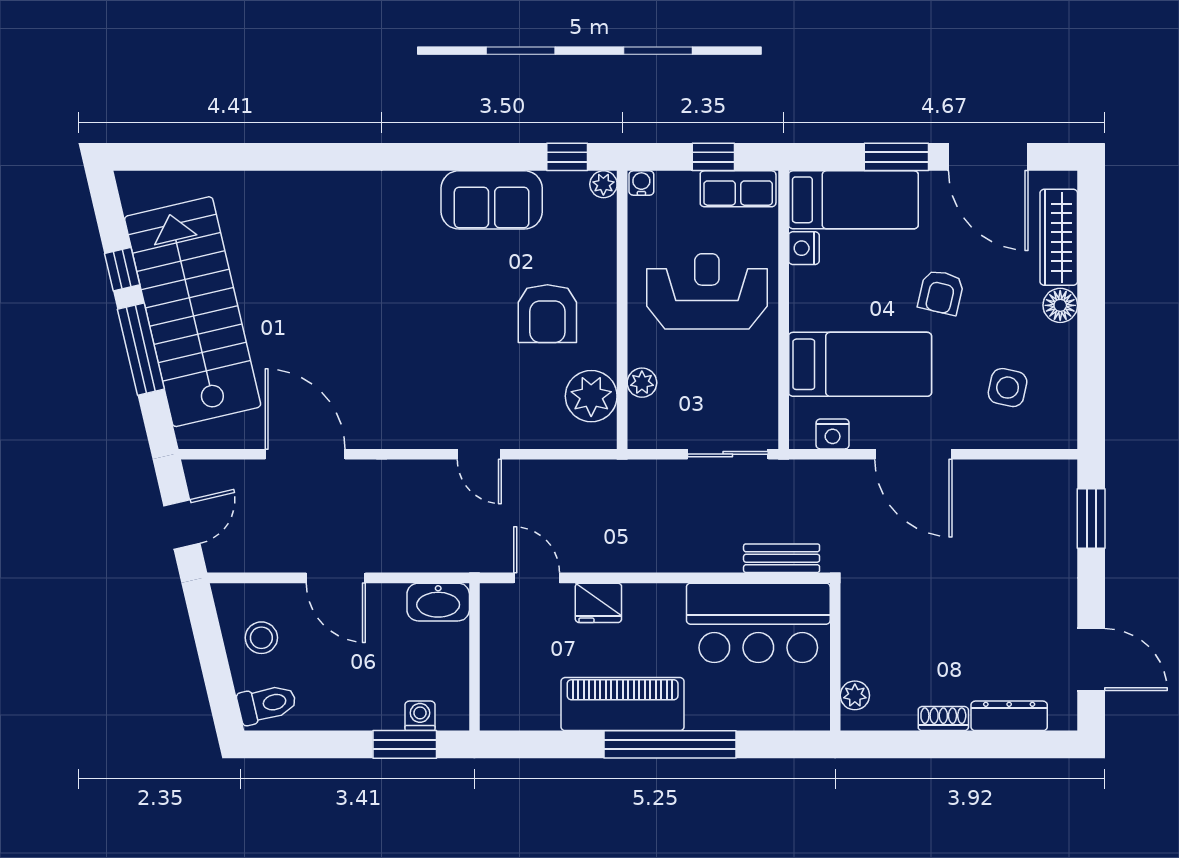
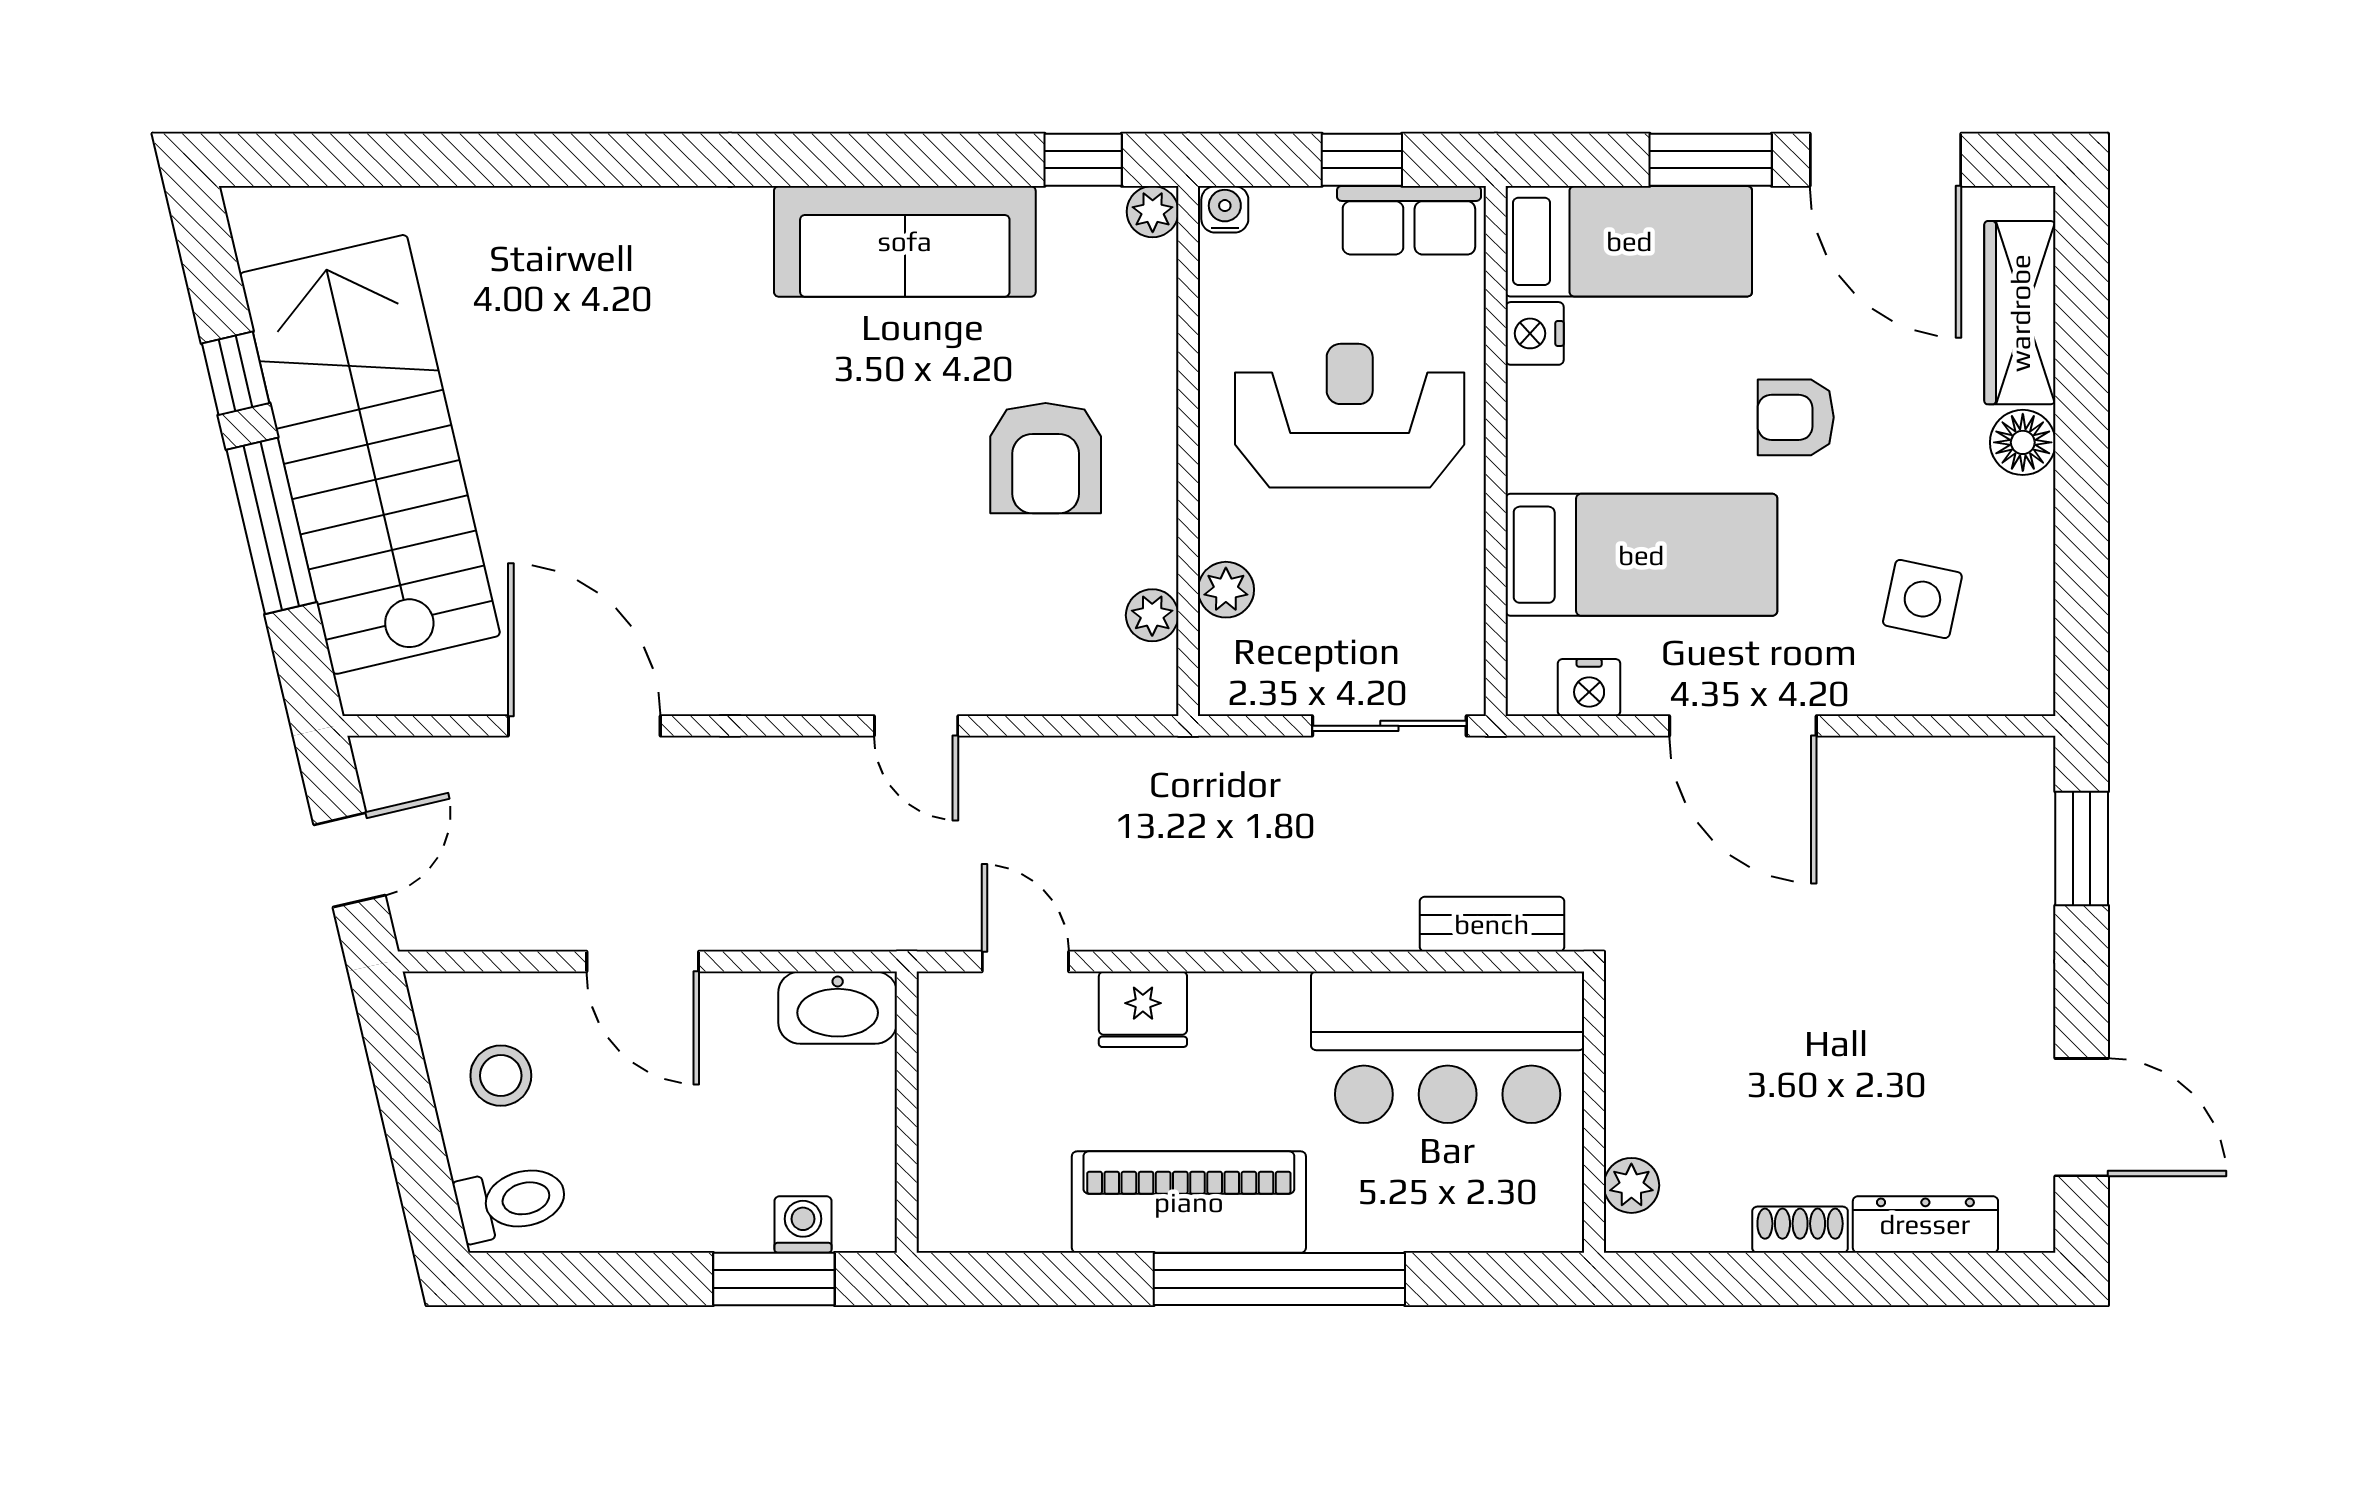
sofa: (492, 200) -> (905, 241), width x1.36
armchair: (941, 292) -> (1796, 417), turned 77
plant: (591, 396) -> (1152, 615), width x0.53, depth x0.53

